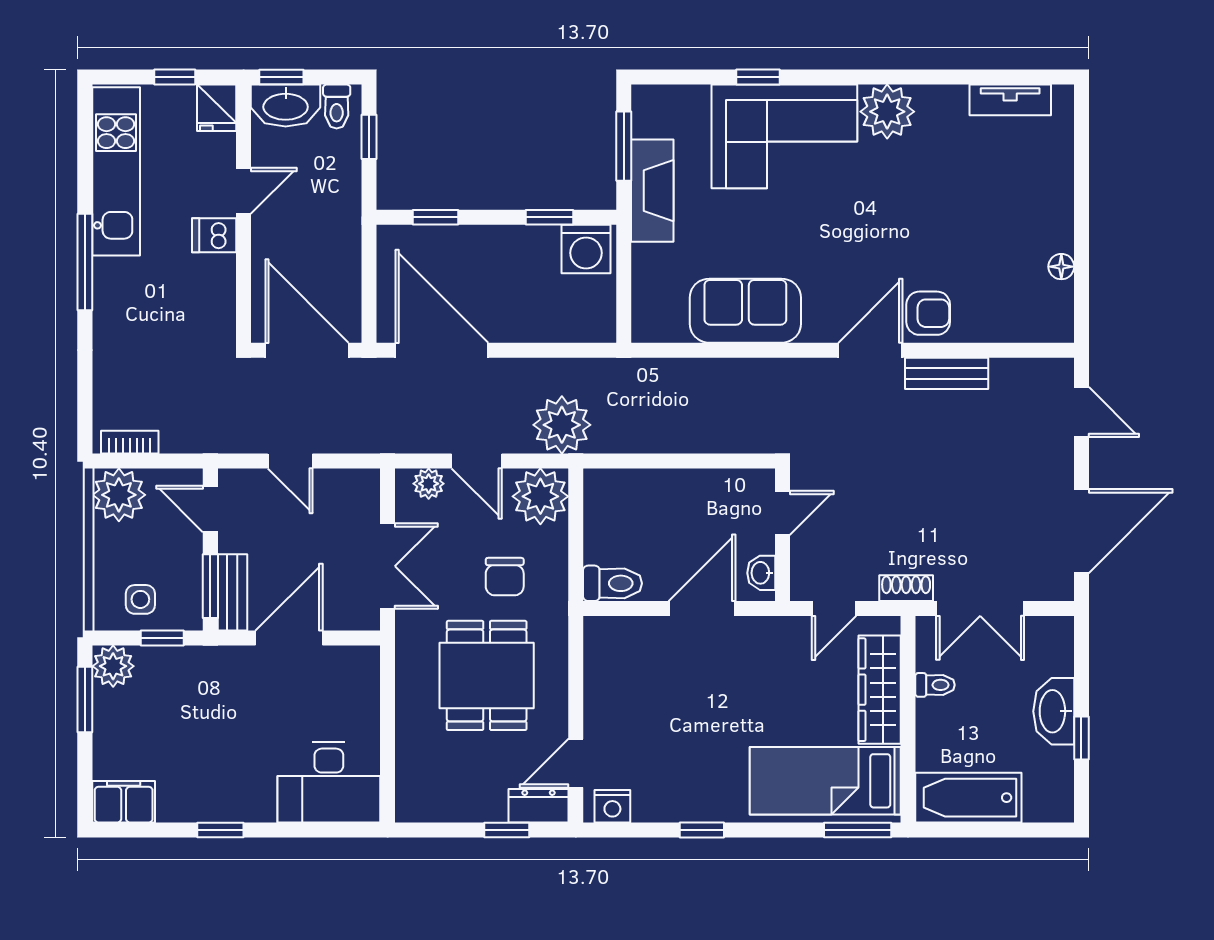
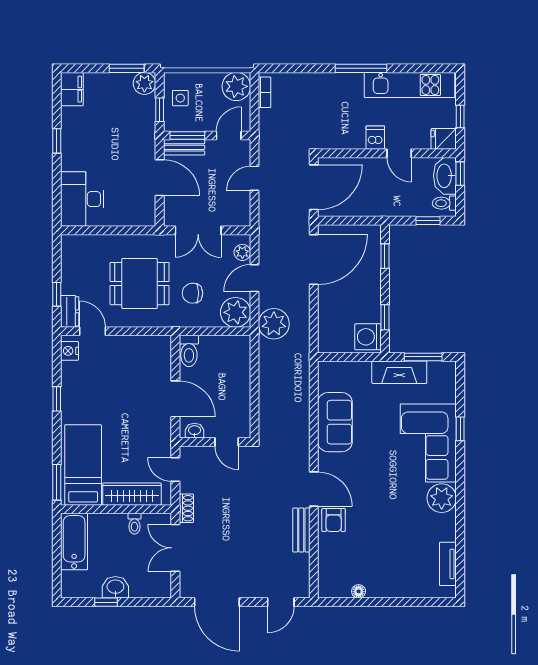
washbasin: (1054, 711) -> (115, 587), width x0.72

